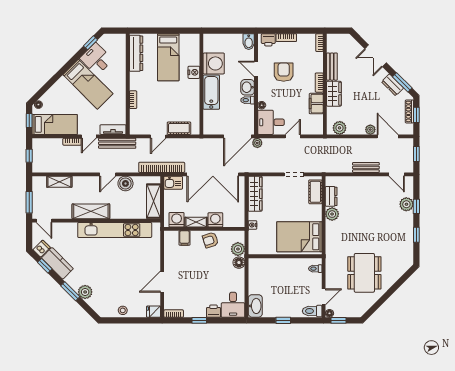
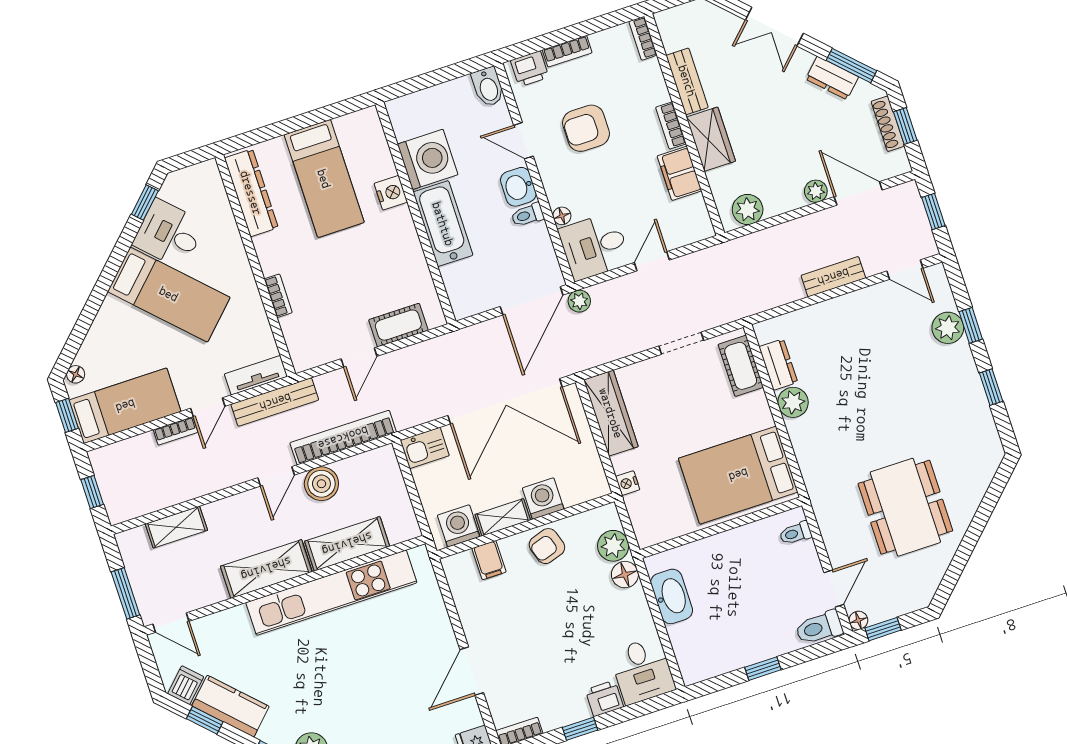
armchair: (284, 72) -> (586, 128), turned -90
bookcase: (162, 167) -> (343, 438), moved
shelving: (153, 201) -> (347, 544), moved, turned 90
washbasin: (255, 306) -> (672, 596), moved

